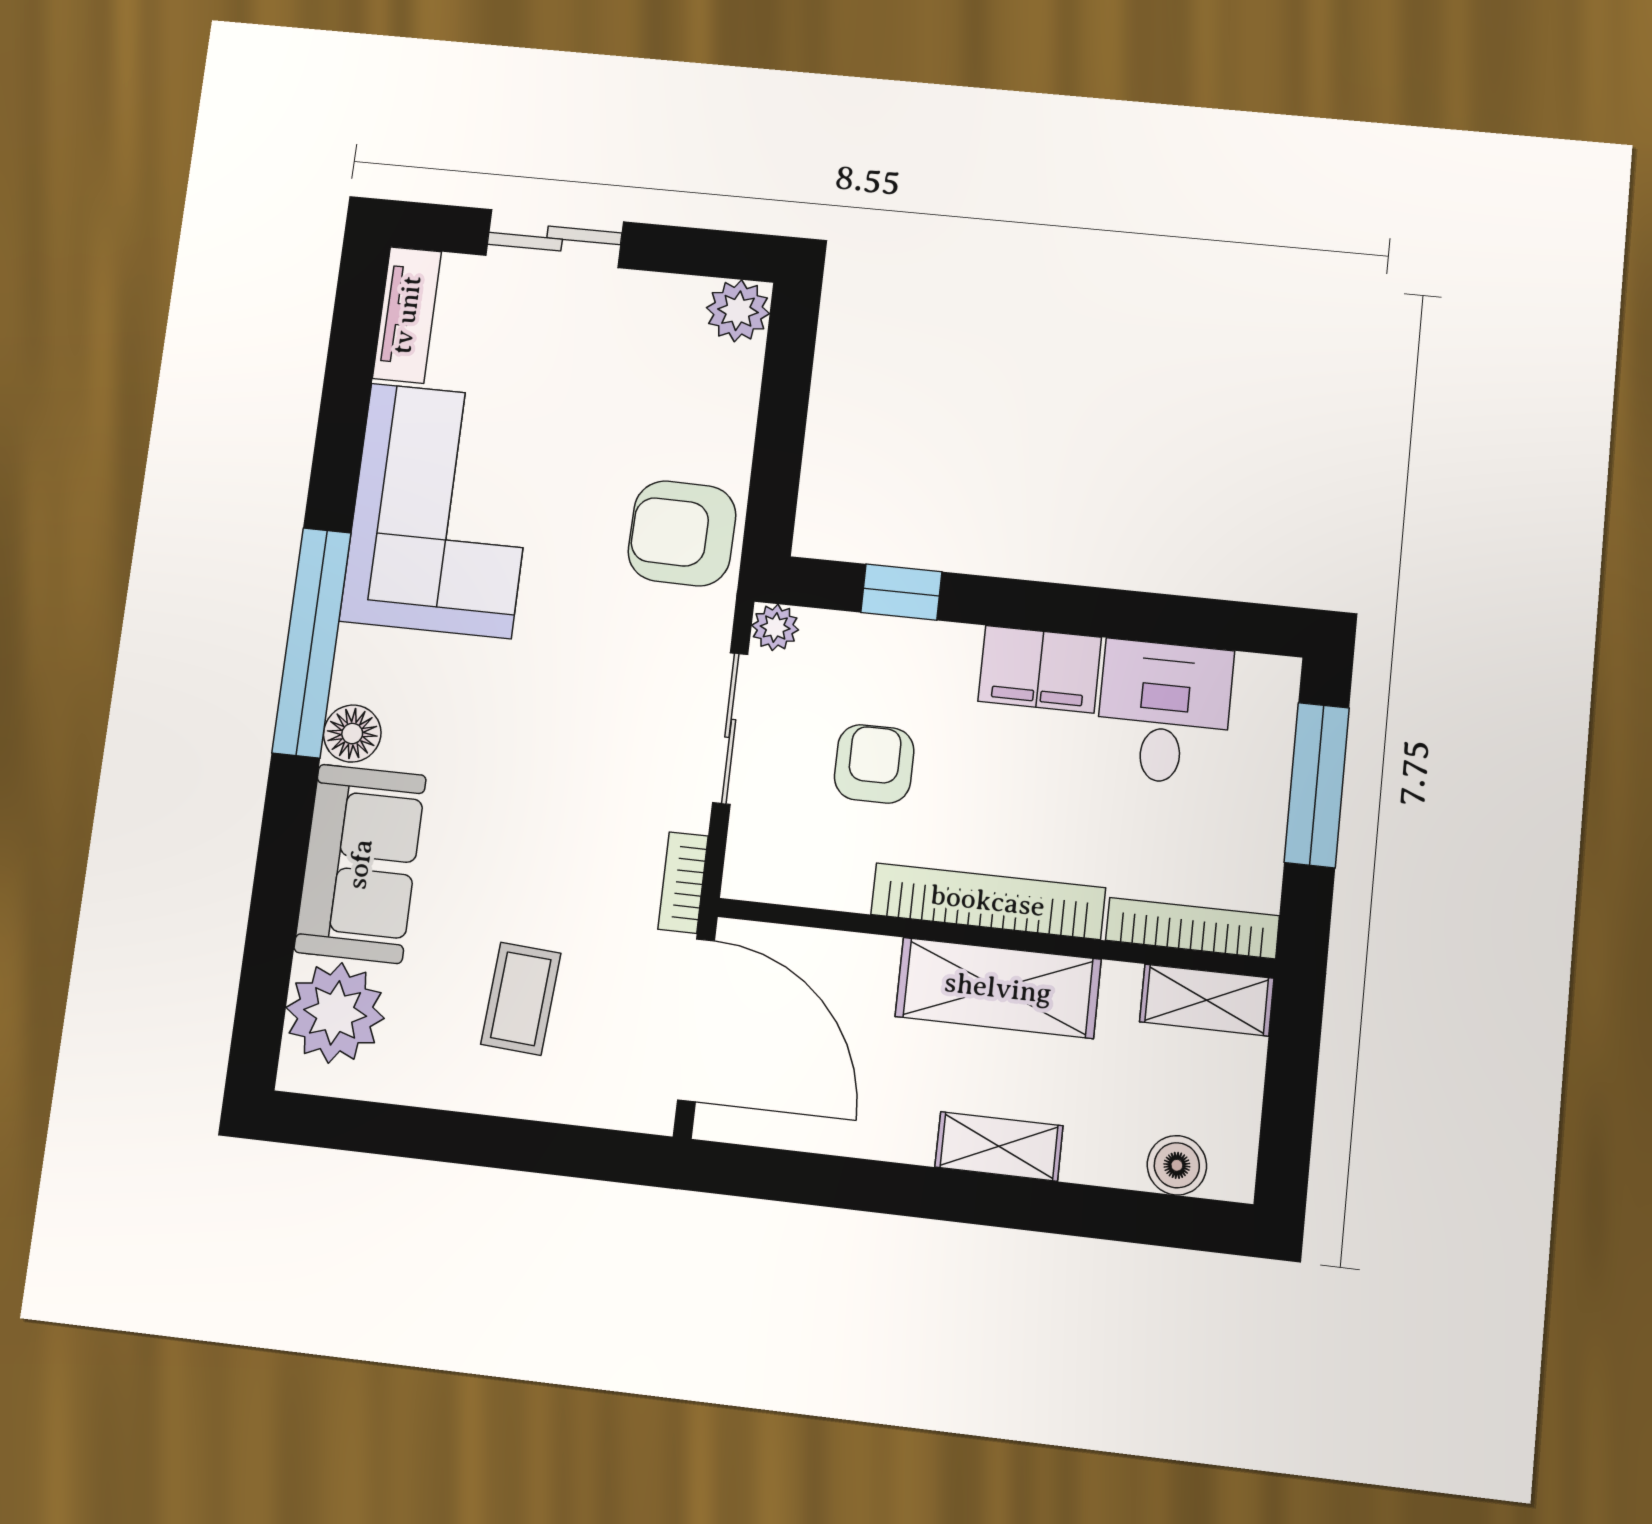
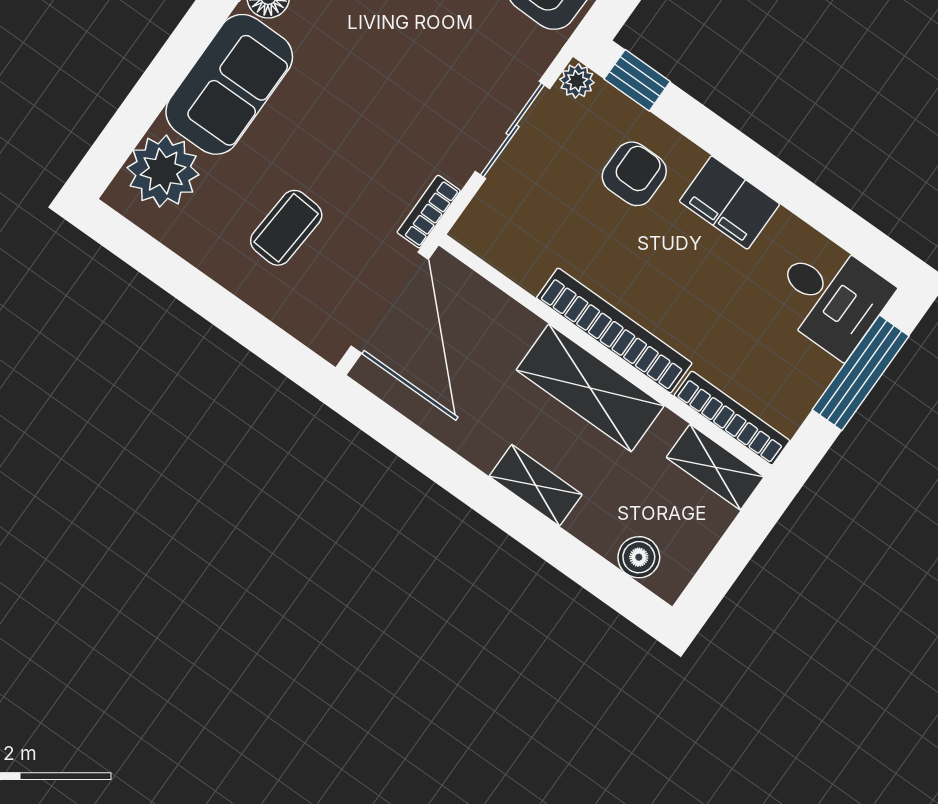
window: (901, 592) -> (637, 80), moved
desk: (1164, 712) -> (831, 297), moved, turned 90
armchair: (874, 764) -> (634, 174), moved

